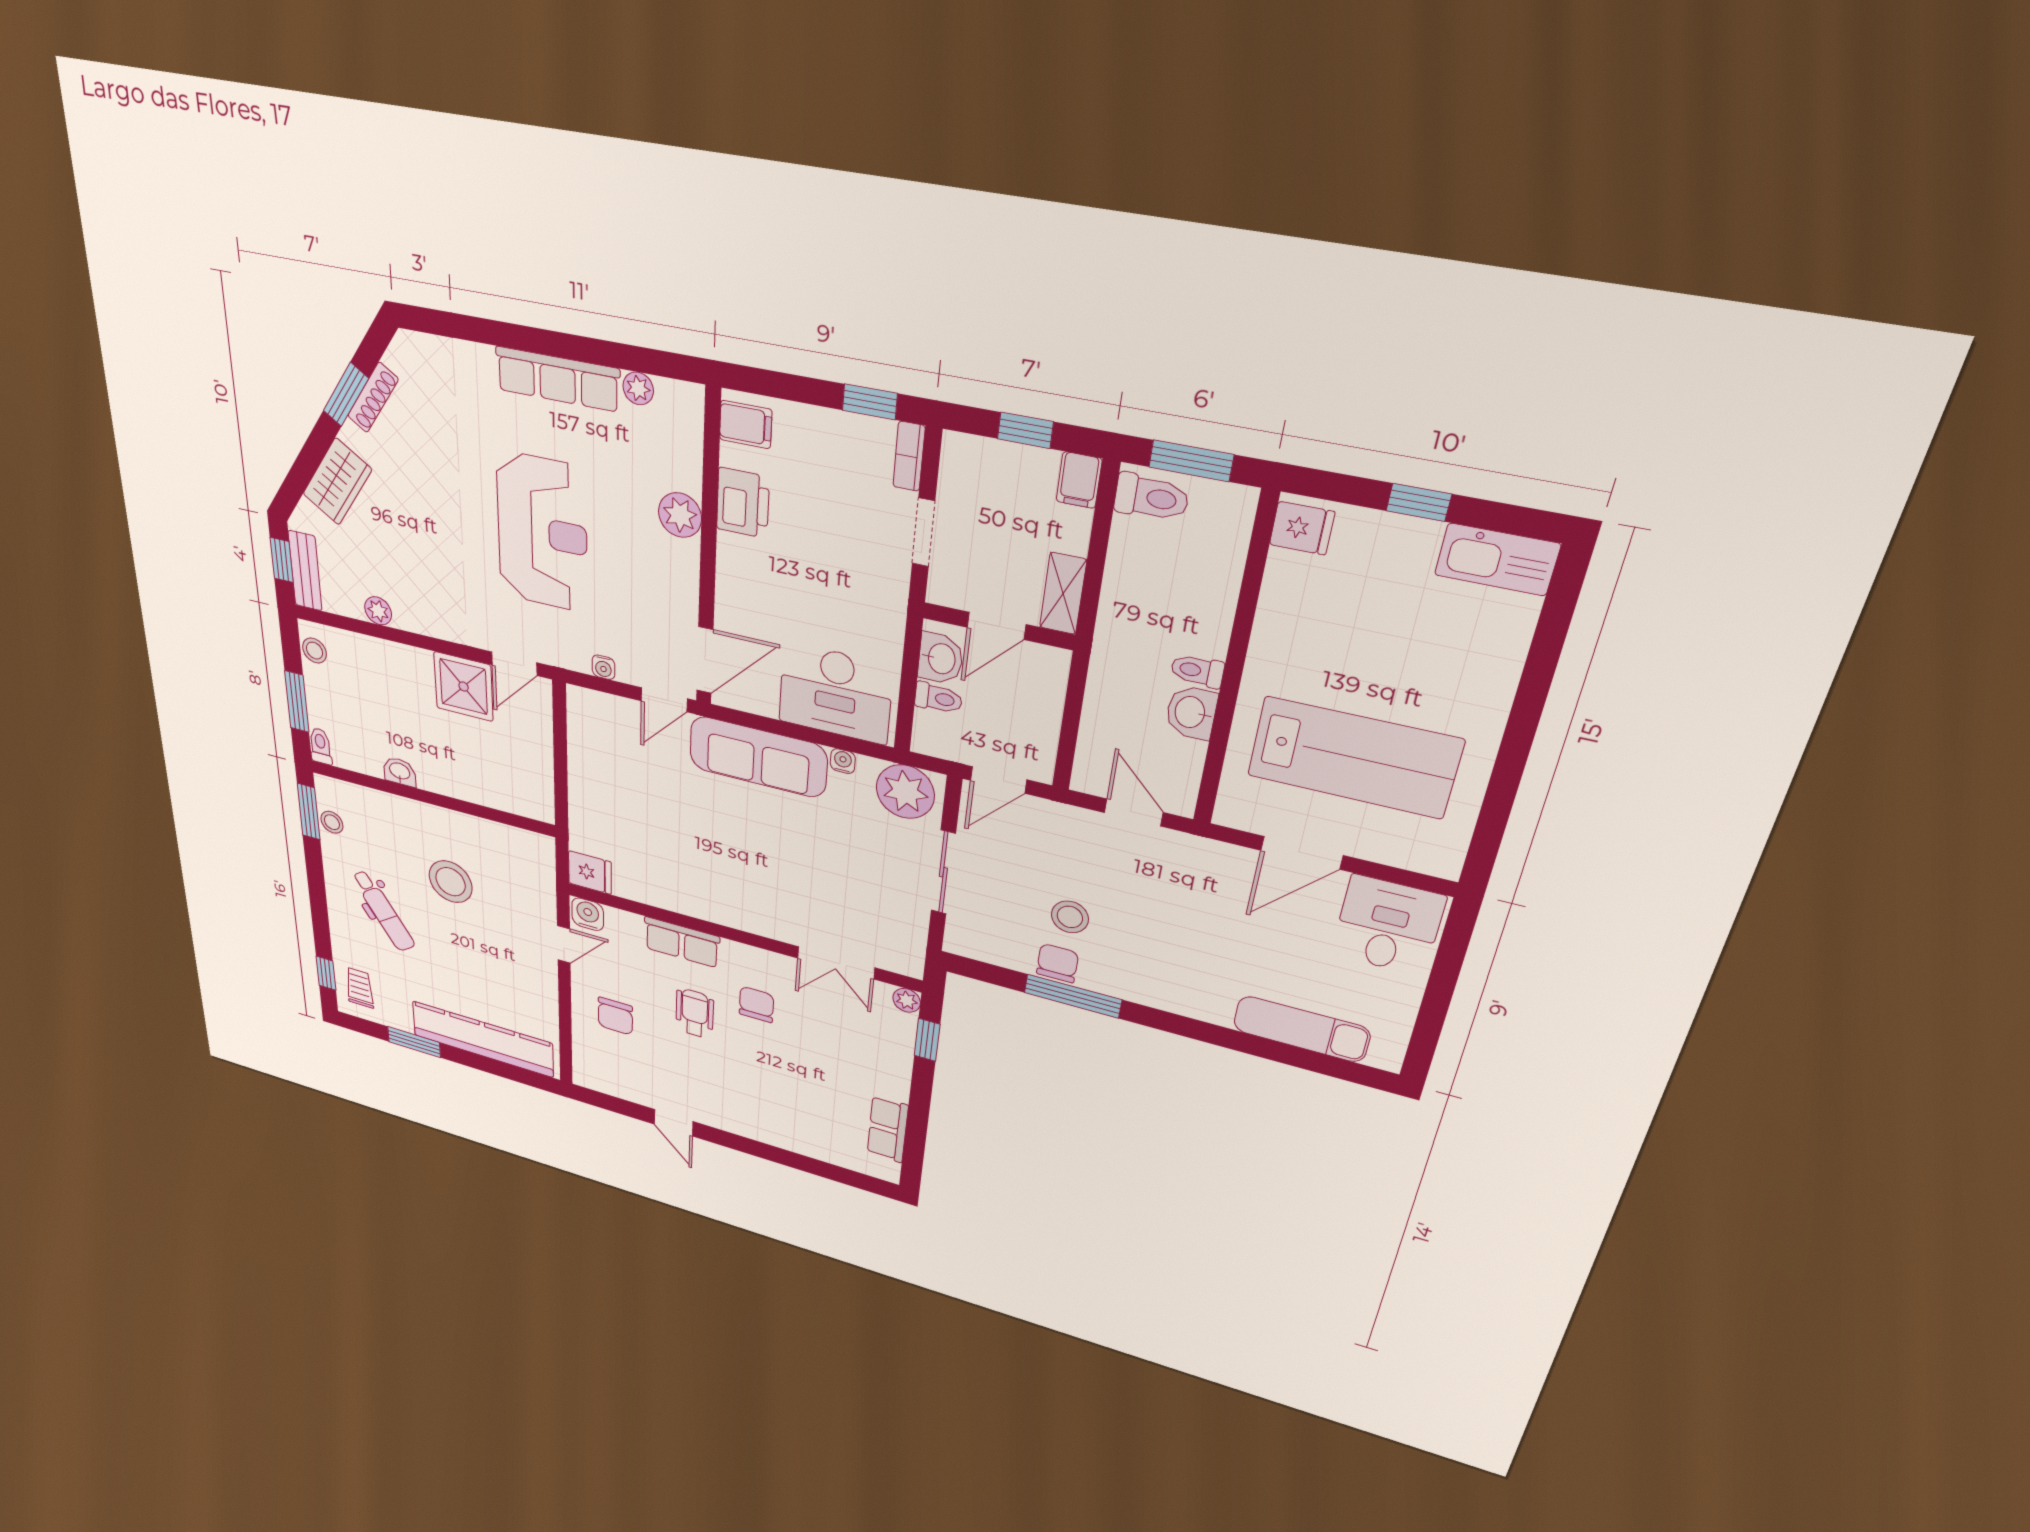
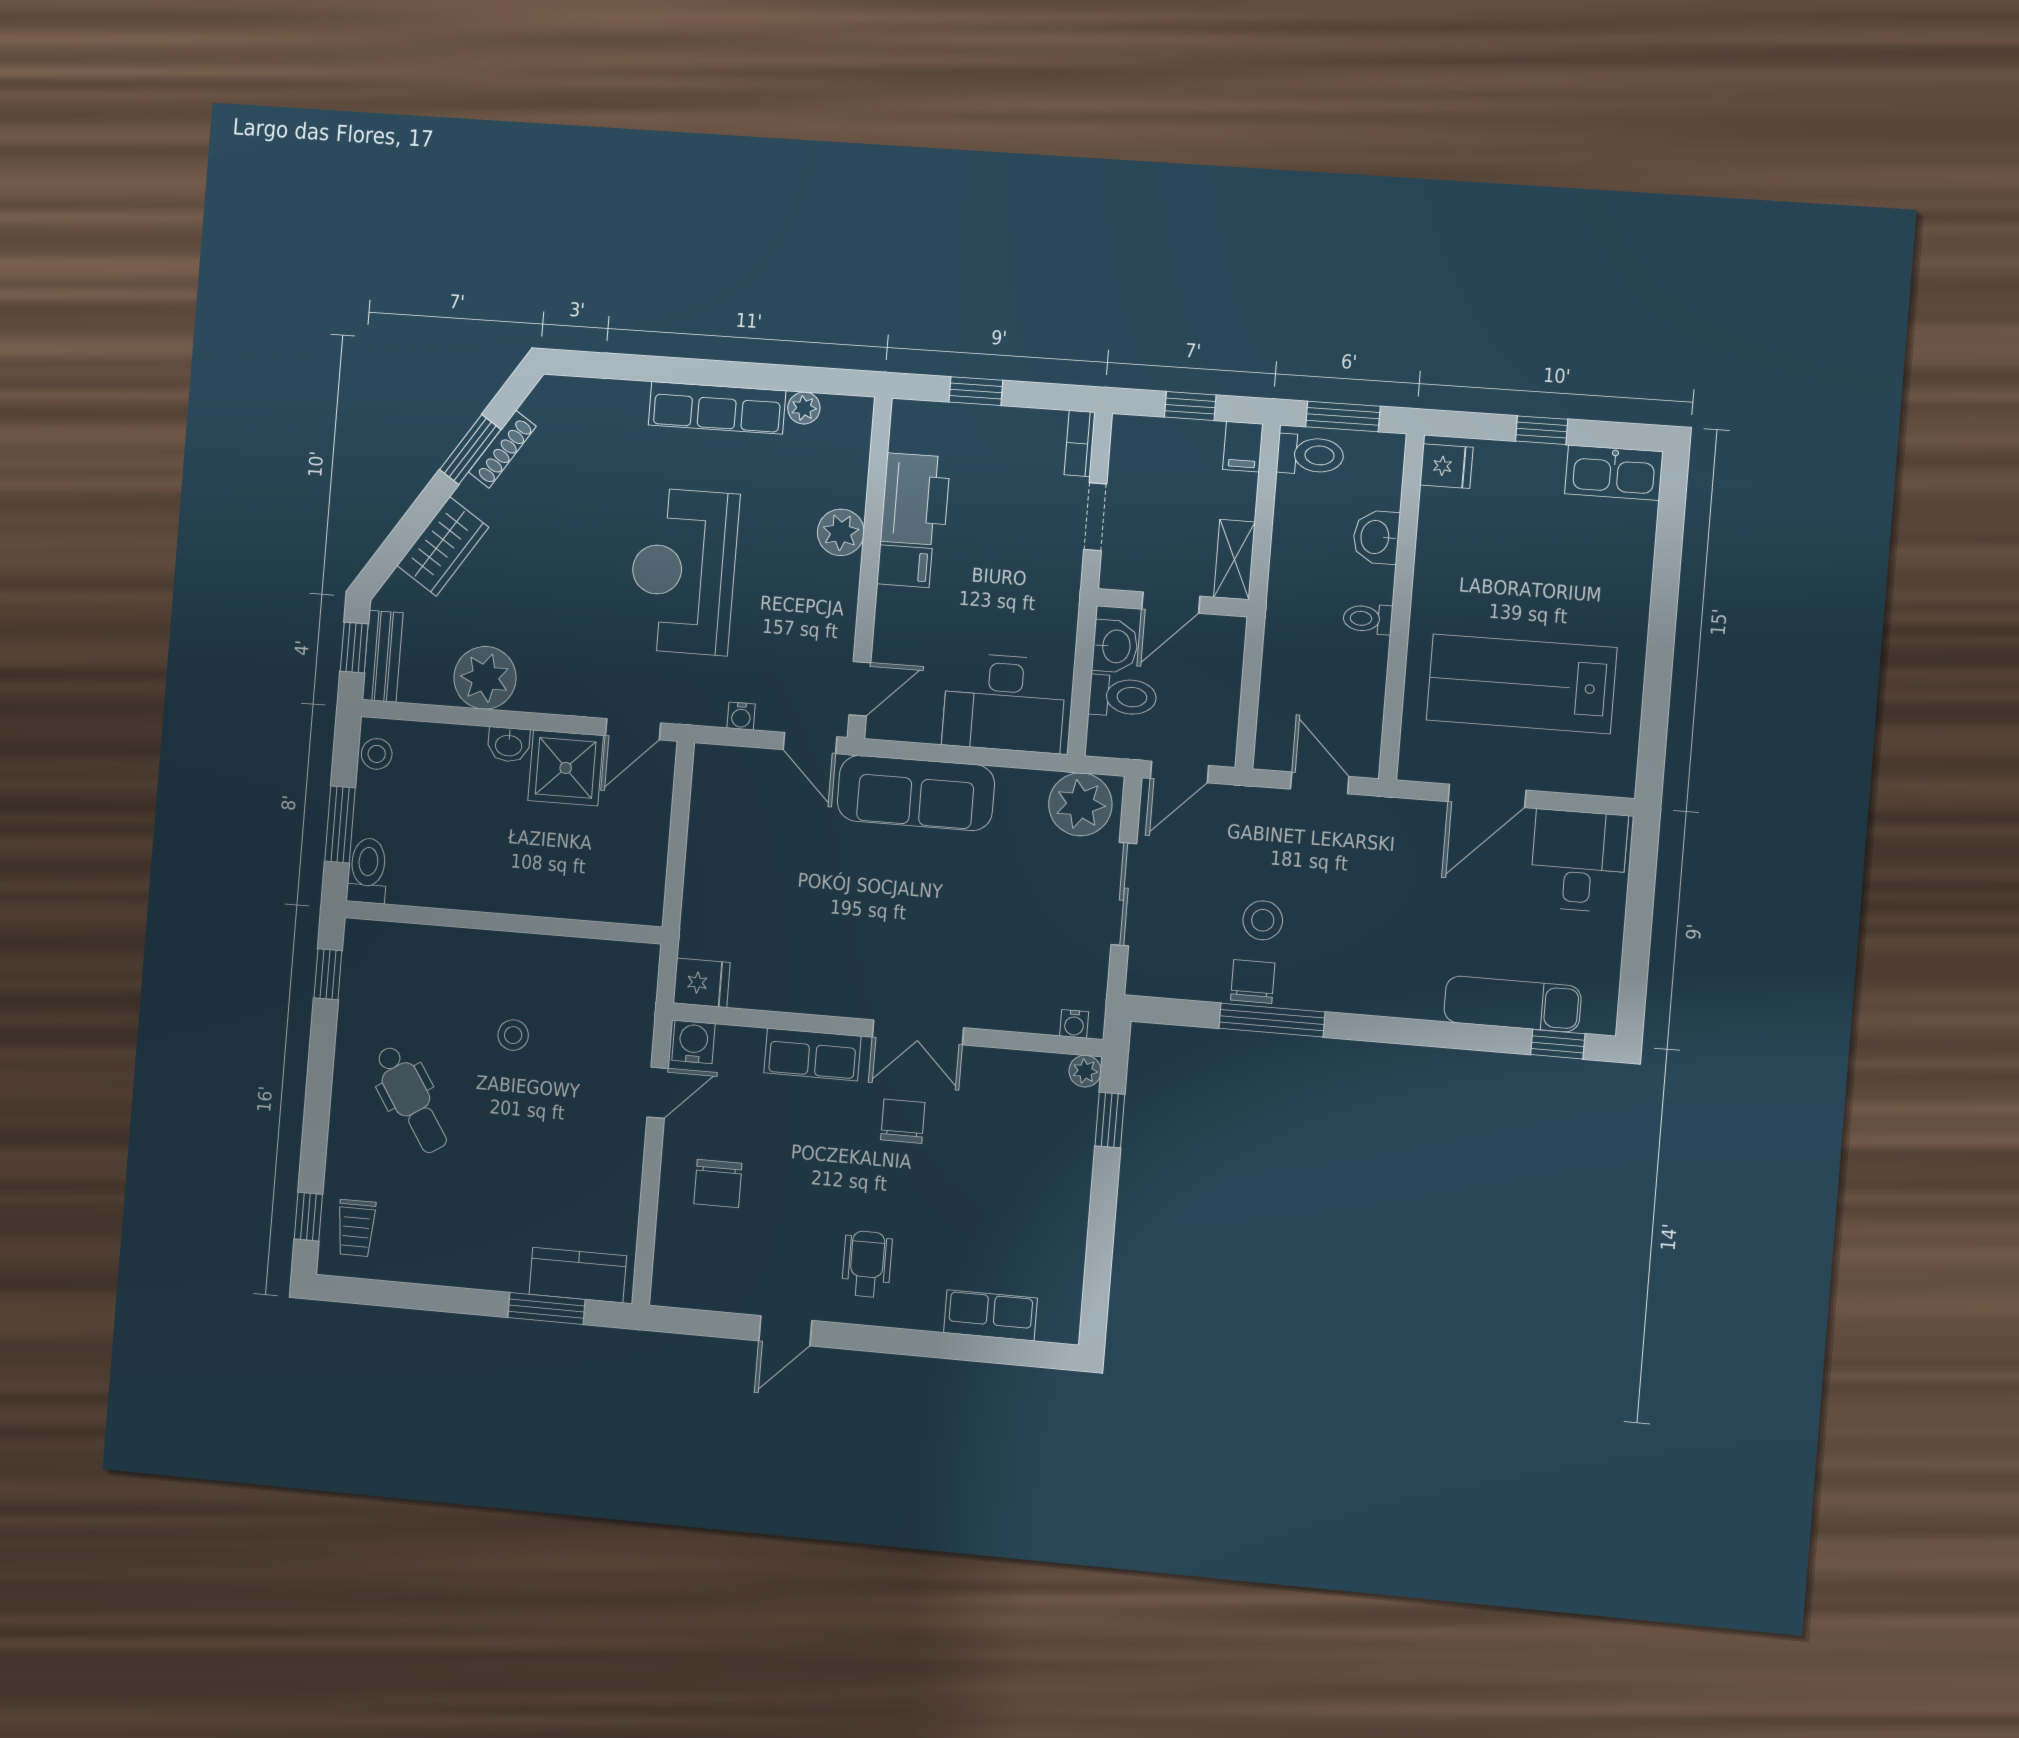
window: (870, 402) -> (976, 391), moved
filing cabinet: (746, 424) -> (904, 566), moved
printer: (743, 503) -> (915, 499), width x1.37, depth x1.19
reception desk: (542, 532) -> (683, 571), turned 180
plant: (378, 611) -> (485, 678), width x1.87, depth x1.87
door: (705, 660) -> (860, 689), width x0.73
toilet: (938, 698) -> (1123, 696), width x1.37, depth x1.39
door: (664, 700) -> (810, 743), hinge flipped
washbasin: (1191, 712) -> (1376, 537), moved
toilet: (321, 746) -> (368, 871), width x1.37, depth x1.39
lab bench: (1354, 758) -> (1522, 684), turned 180
water cooler: (843, 761) -> (1074, 1024), moved, turned 180
washbasin: (400, 772) -> (509, 745), moved, turned 180
window: (309, 812) -> (328, 974), width x0.67
stool: (332, 822) -> (359, 983), removed
stool: (451, 882) -> (513, 1035), width x0.53, depth x0.53
double door: (836, 963) -> (918, 1032), moved
trolley: (360, 988) -> (356, 1228), turned 180
wheelchair: (695, 1013) -> (867, 1264), moved
kitchen counter: (483, 1039) -> (578, 1275), width x0.48, depth x0.86
window: (414, 1042) -> (547, 1308), moved
window: (1341, 1069) -> (1558, 1044), added
door: (674, 1123) -> (785, 1331), hinge flipped
row of seats: (888, 1129) -> (990, 1315), moved, turned 90

